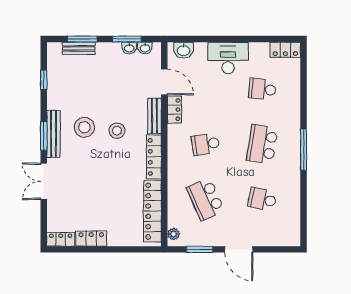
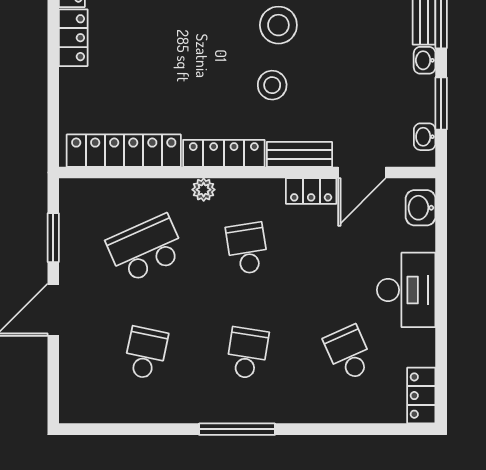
washbasin: (129, 48) -> (425, 60), moved
school desk: (262, 89) -> (349, 353), turned -30
school desk: (262, 144) -> (247, 353), width x0.54
plant: (174, 234) -> (204, 190), moved

